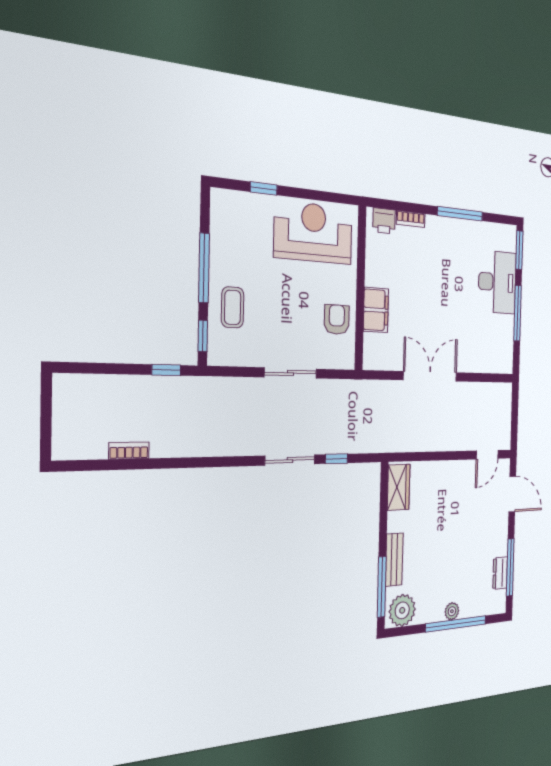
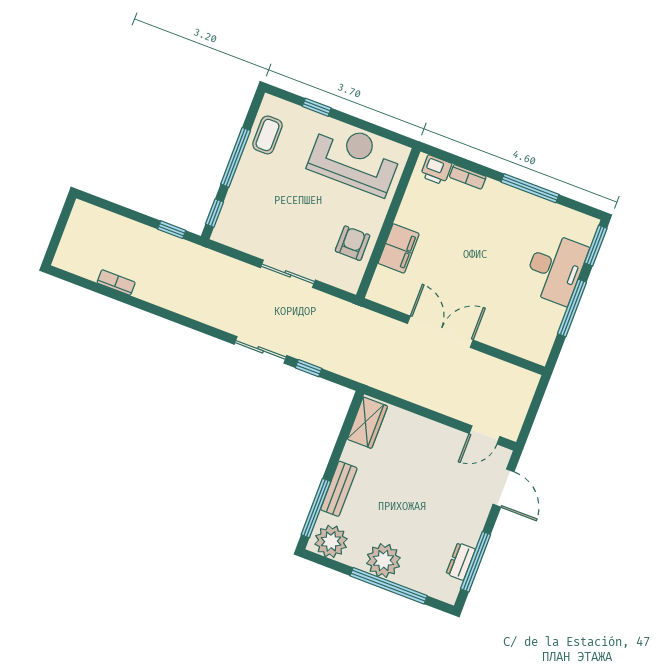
coffee table: (233, 307) -> (267, 135), moved
plant: (452, 611) -> (383, 561), width x1.87, depth x1.87

